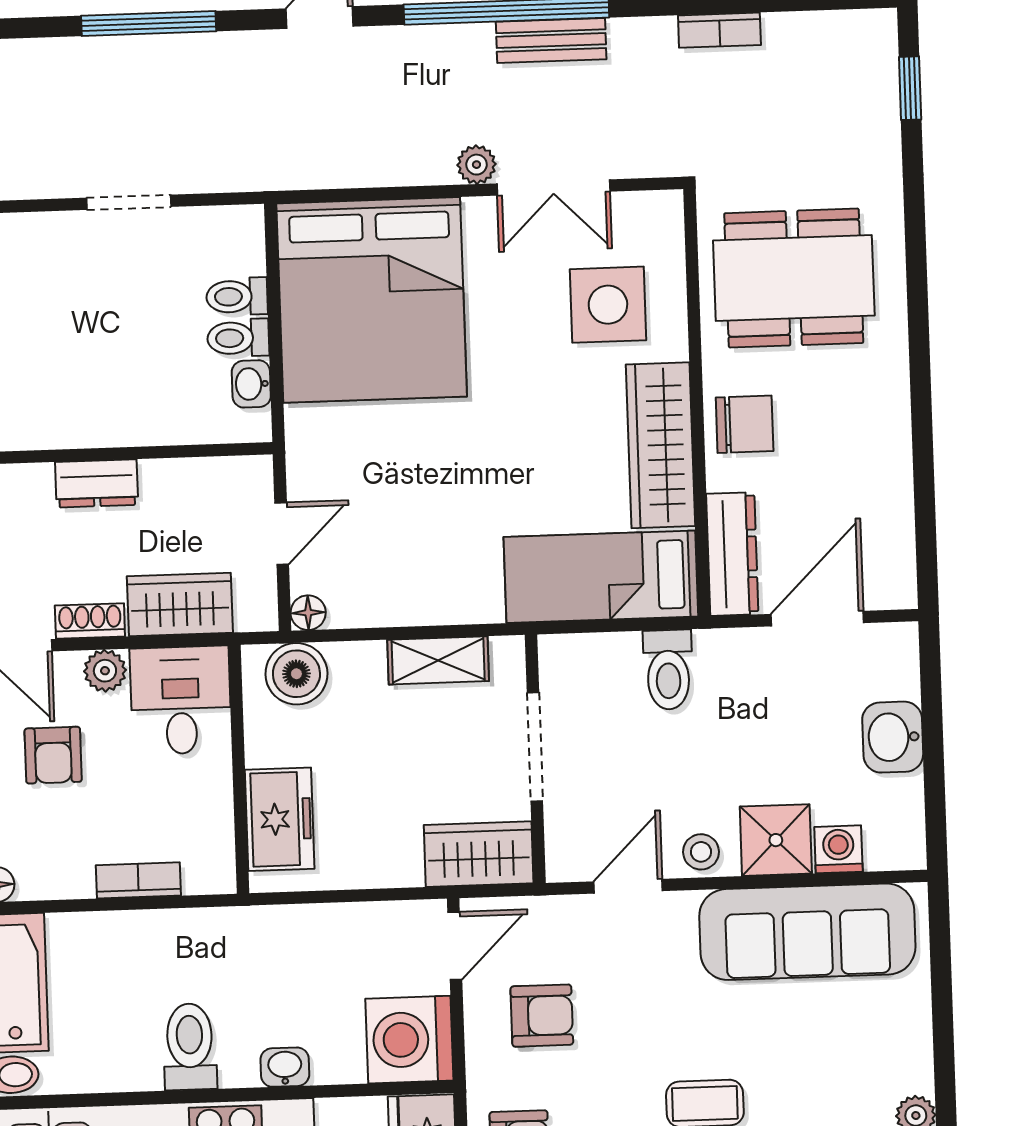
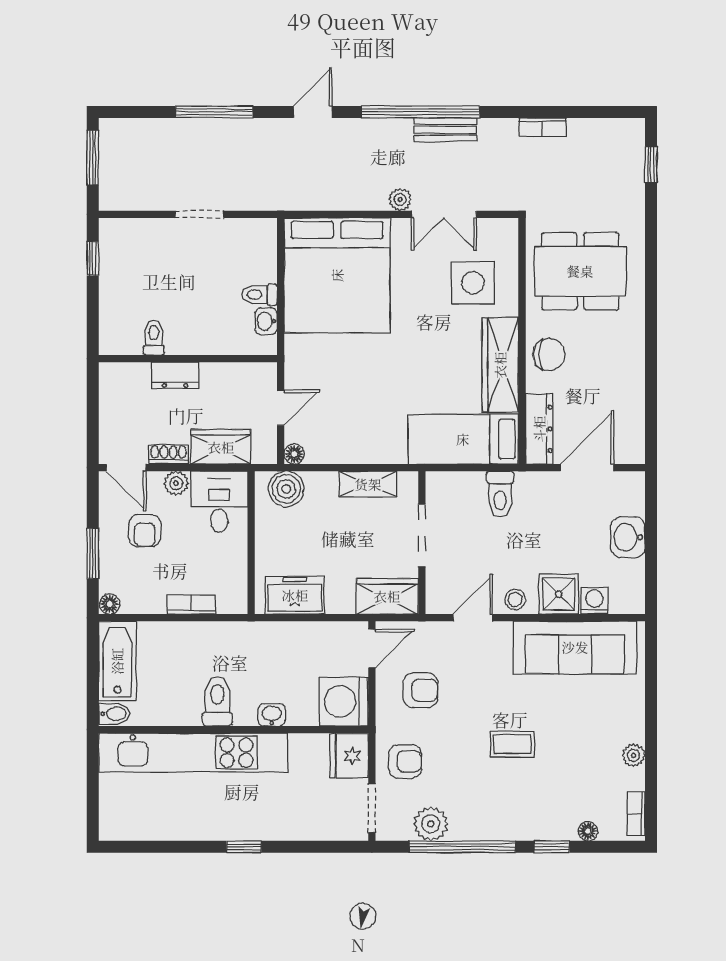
toilet: (237, 296) -> (154, 338), moved, turned 90
freezer: (280, 819) -> (295, 595), moved, turned -90

